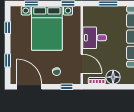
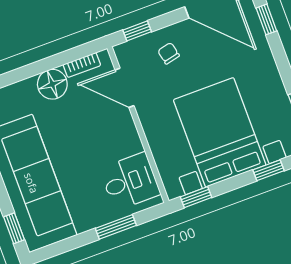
desk: (95, 38) -> (130, 181), moved
window: (8, 60) -> (266, 19), moved

